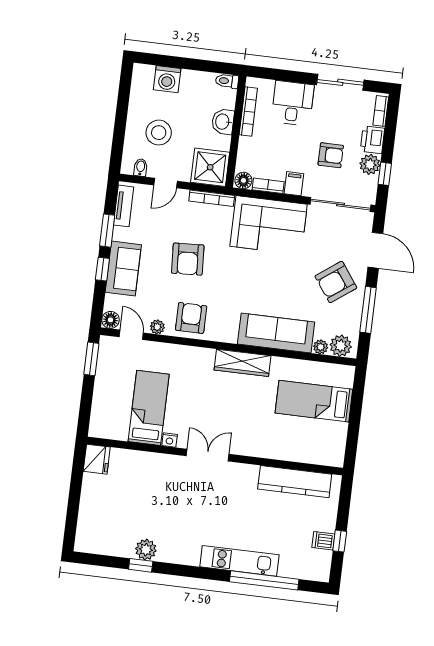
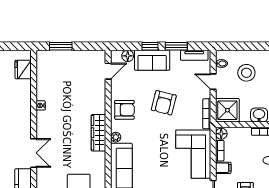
armchair: (188, 259) -> (164, 103), turned -73
floor lamp: (110, 320) -> (128, 56), moved
plant: (157, 327) -> (116, 137), moved
window: (91, 359) -> (61, 46), moved
wardrobe: (243, 363) -> (99, 133), moved
bed: (149, 408) -> (61, 89), removed
double door: (208, 455) -> (34, 153), moved
fridge: (97, 459) -> (23, 69), moved, turned 90

